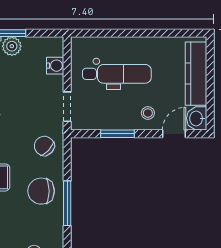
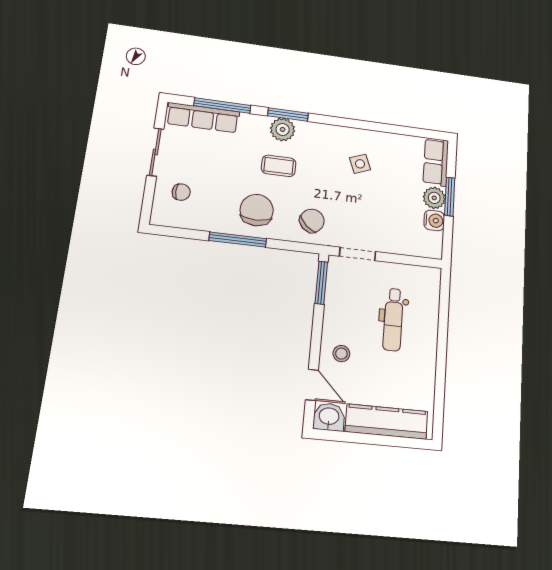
water cooler: (55, 66) -> (434, 220), moved, turned -90
dental chair: (117, 74) -> (393, 319), width x0.73, depth x0.72
window: (118, 134) -> (321, 283), moved

